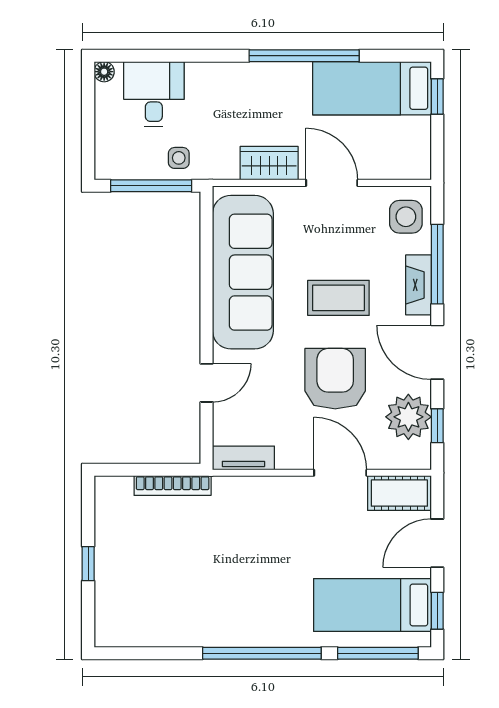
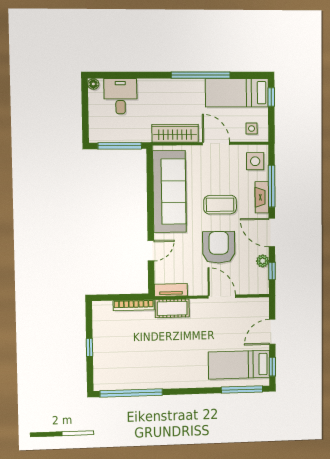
side table: (179, 158) -> (252, 129), moved
wardrobe: (269, 163) -> (175, 133), width x1.50
plant: (408, 417) -> (263, 261), width x0.53, depth x0.53
cot: (399, 493) -> (172, 308), moved
window: (262, 653) -> (131, 393), moved

